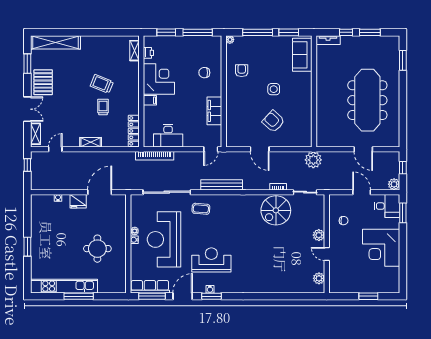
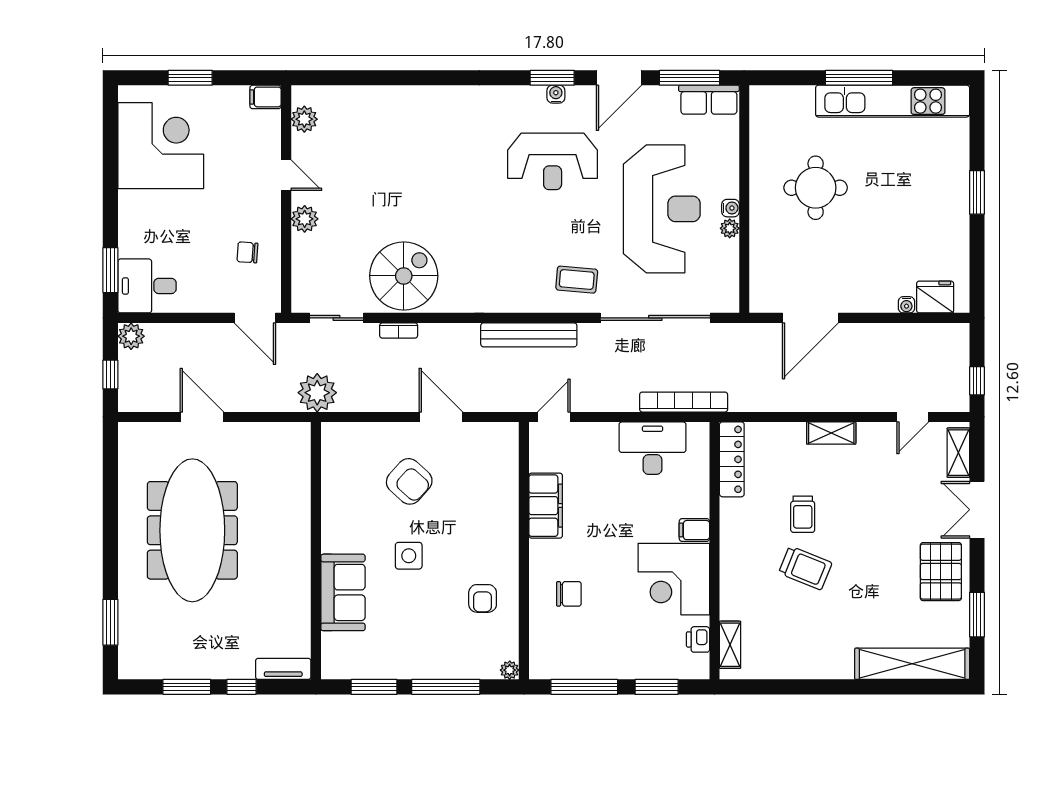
sofa: (302, 55) -> (343, 592), moved
door: (362, 192) -> (255, 318), moved
fridge: (78, 201) -> (935, 297), moved
corner desk: (381, 248) -> (161, 146), moved
row of seats: (150, 287) -> (709, 100), width x0.68
filing cabinet: (336, 288) -> (266, 97), added

